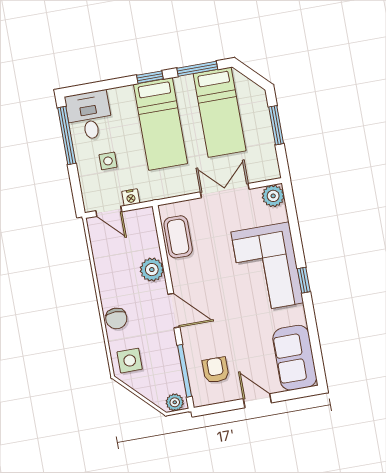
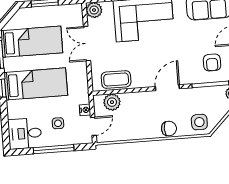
window: (67, 136) -> (54, 149), moved
plant: (152, 270) -> (112, 102), moved
armchair: (216, 370) -> (212, 63), turned -90

